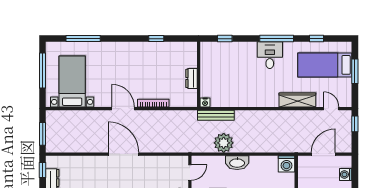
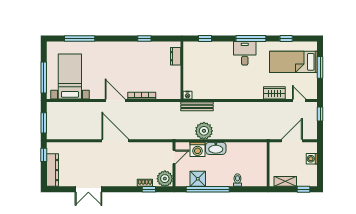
window: (43, 70) -> (44, 77), moved
dresser: (192, 78) -> (176, 56), moved
wardrobe: (297, 100) -> (274, 93), width x0.67
washing machine: (286, 164) -> (197, 149), moved

